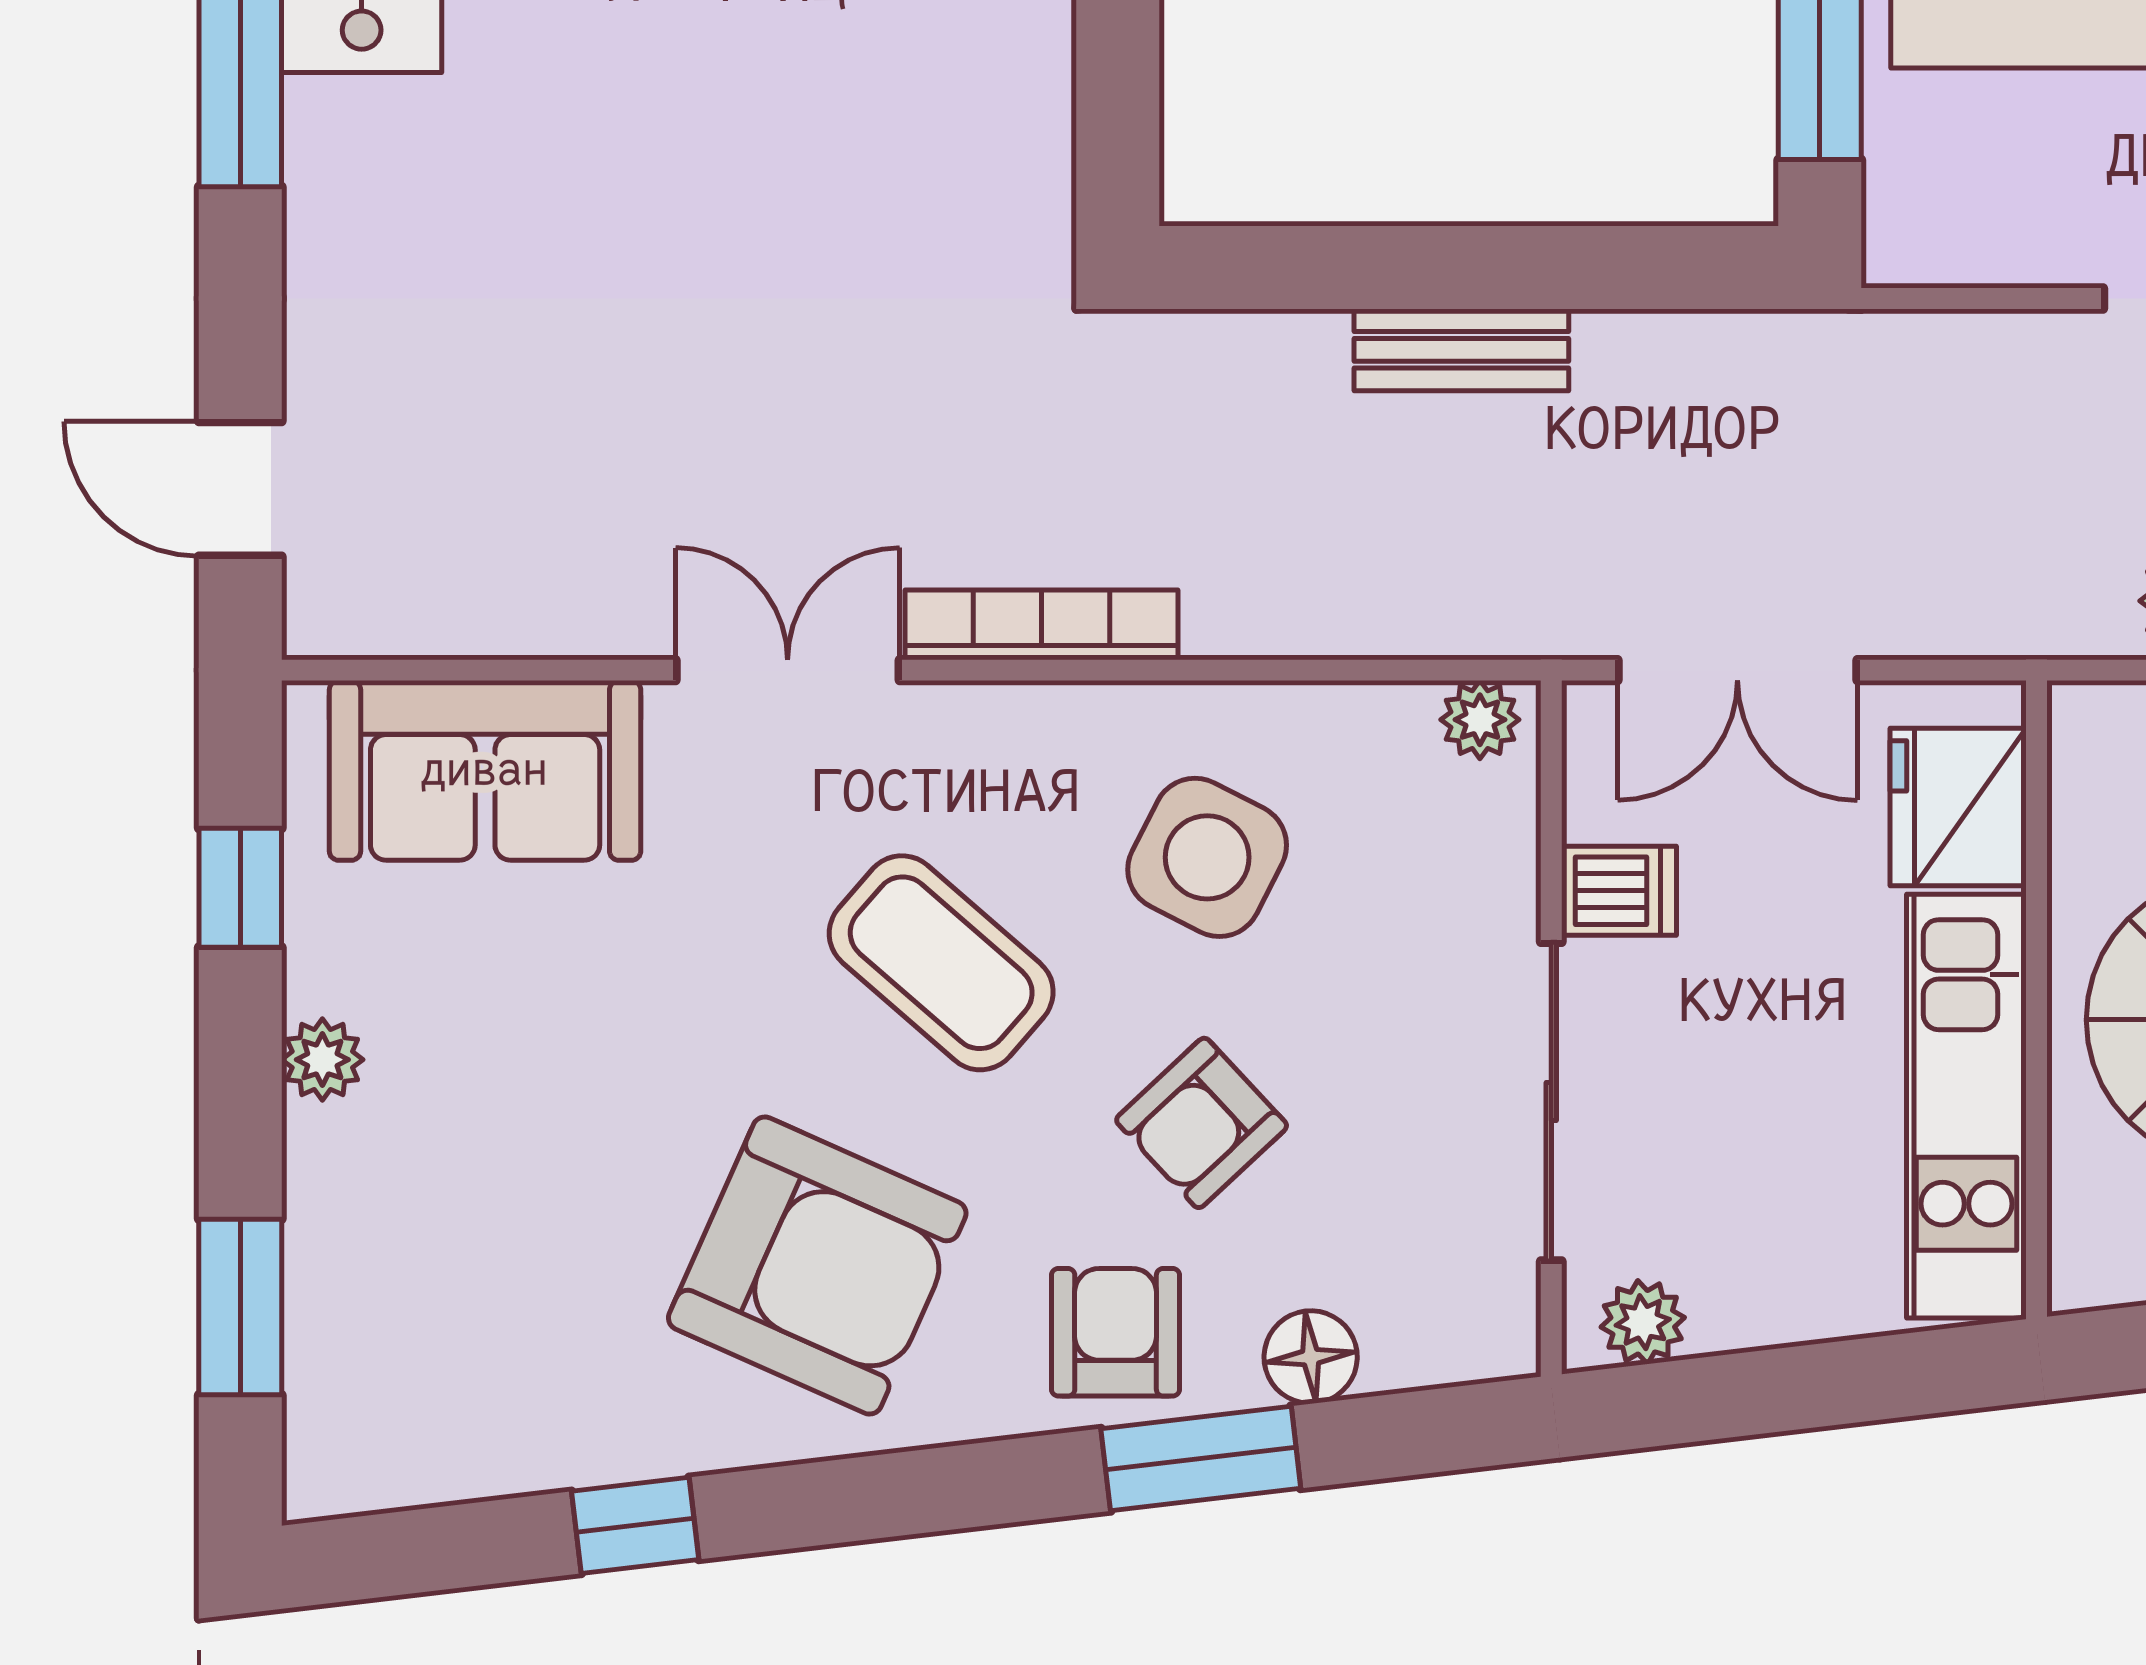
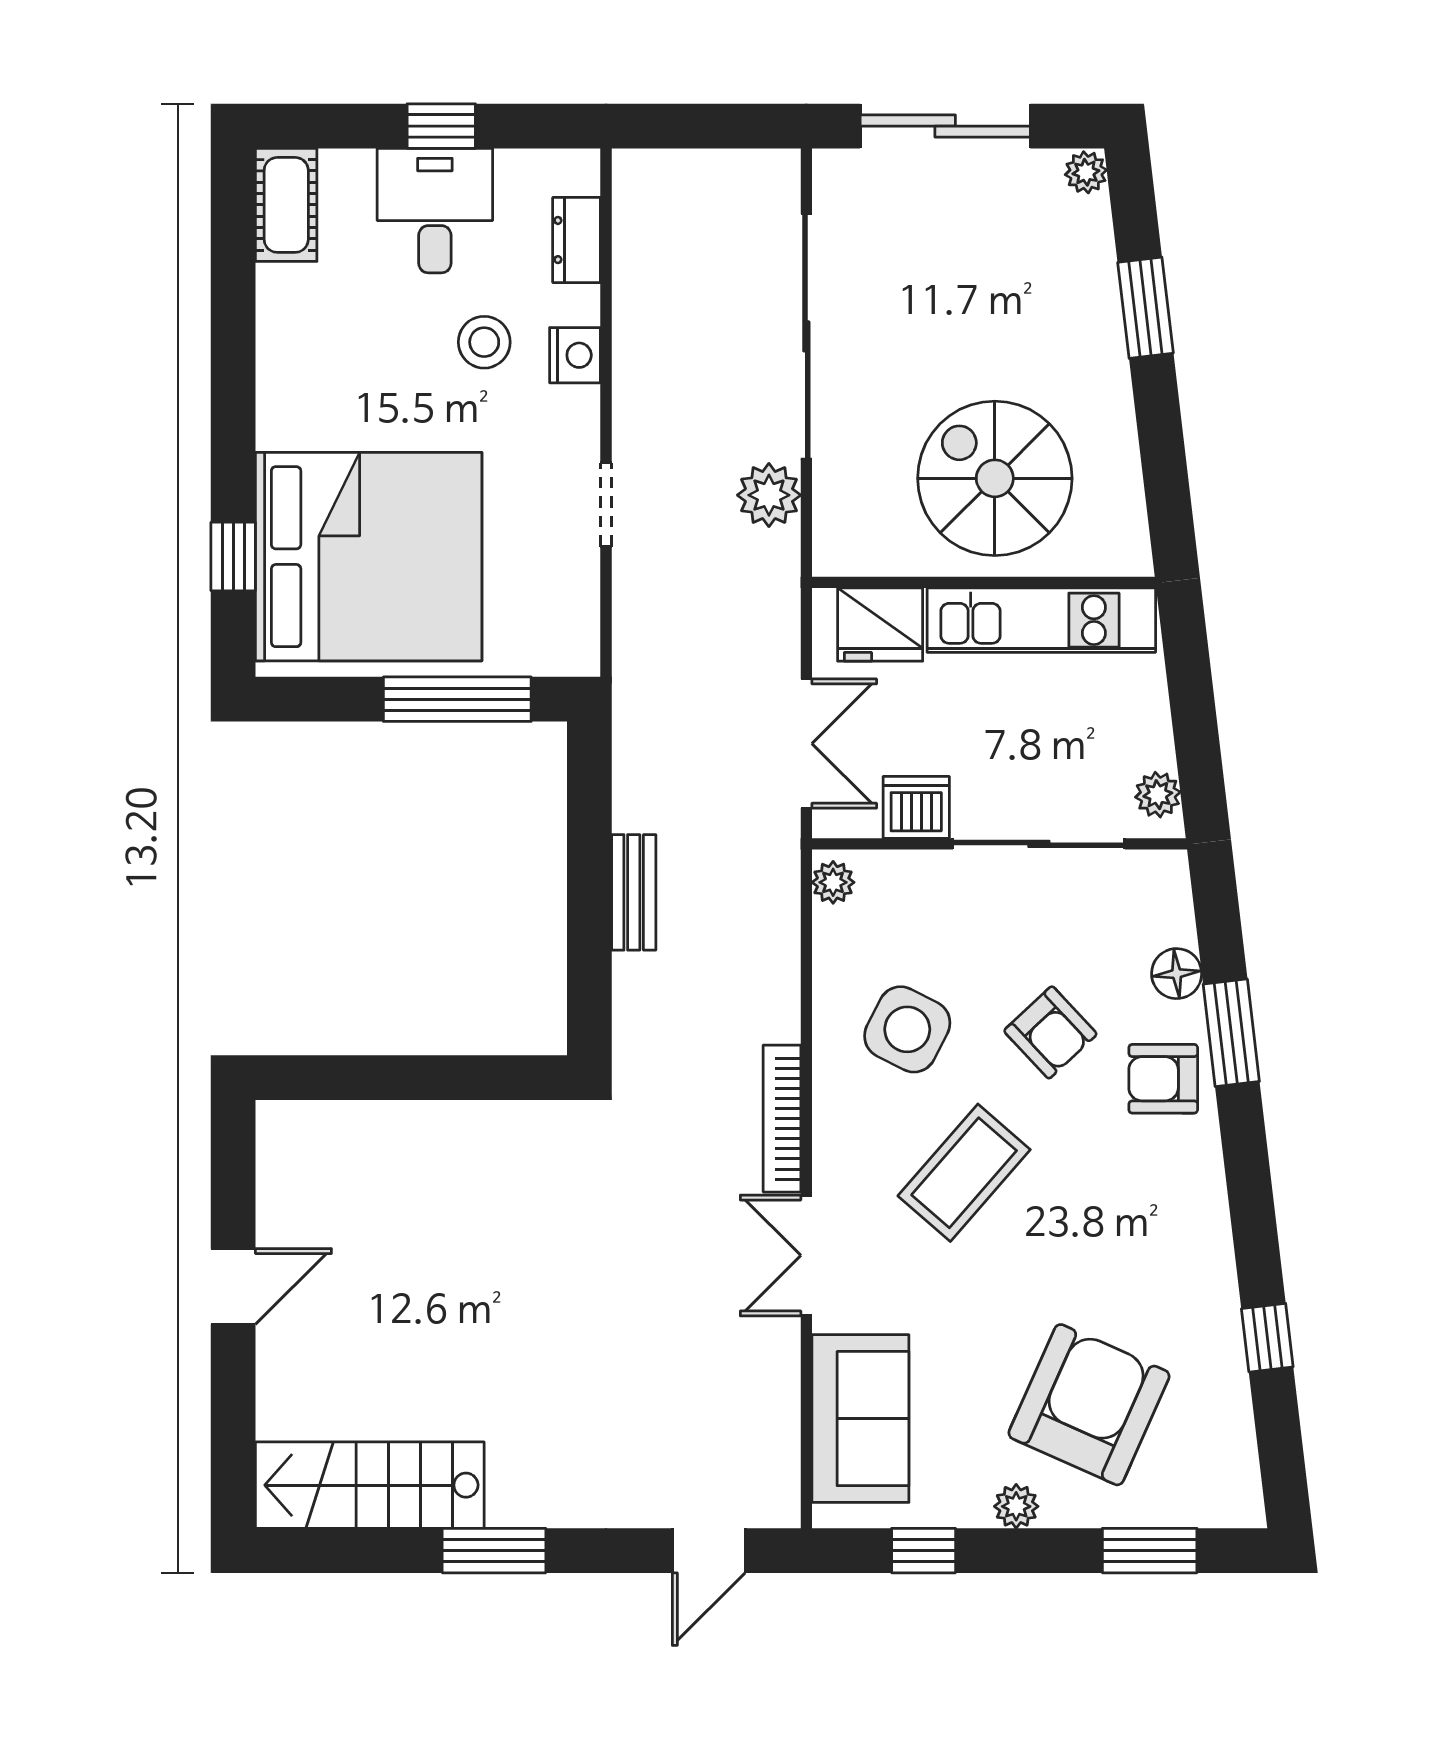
dishwasher: (1619, 891) -> (916, 807), width x1.38
armchair: (817, 1266) -> (1089, 1405), moved

